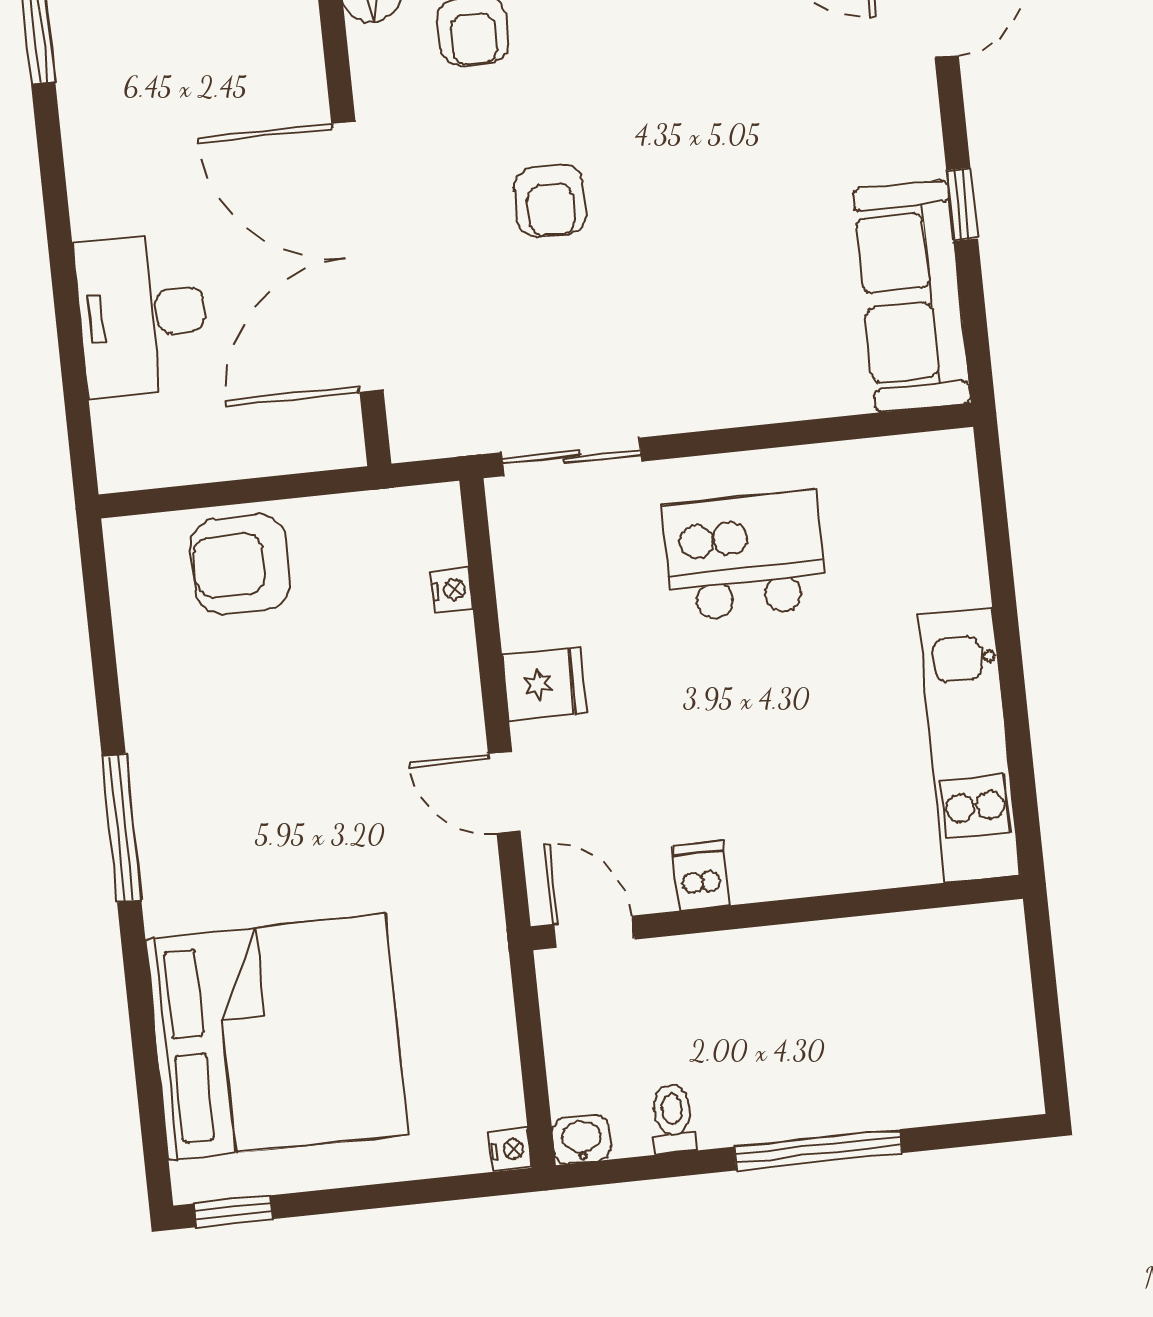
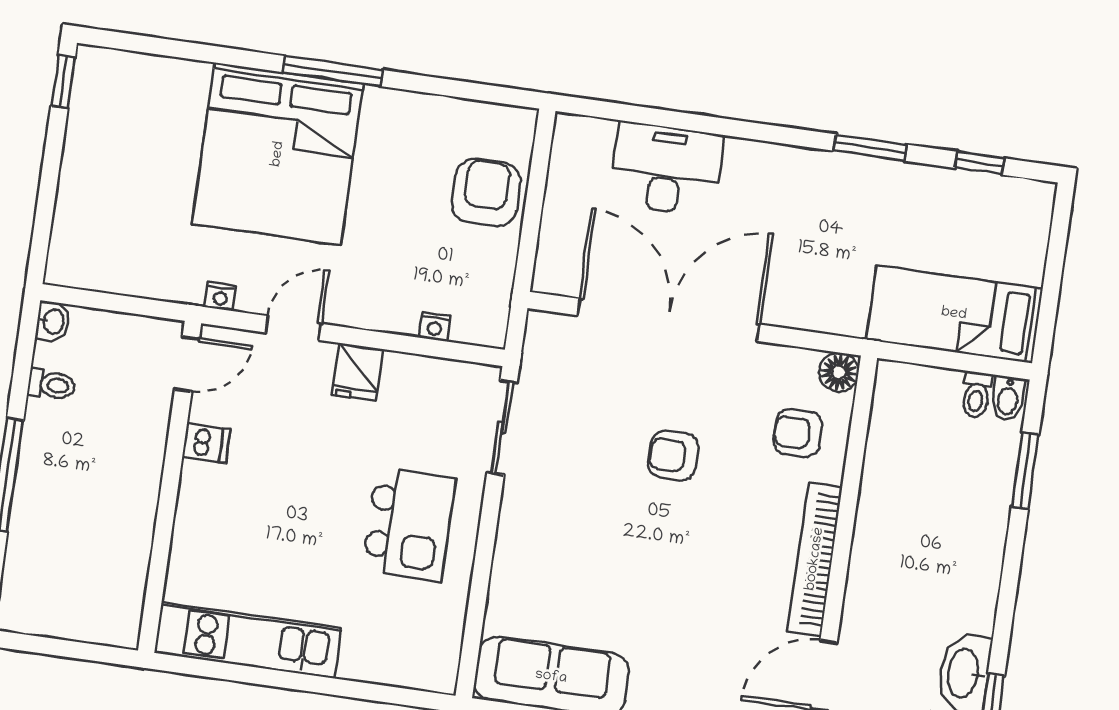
bed: (277, 1037) -> (278, 154), moved
nightstand: (511, 1150) -> (220, 296), moved

